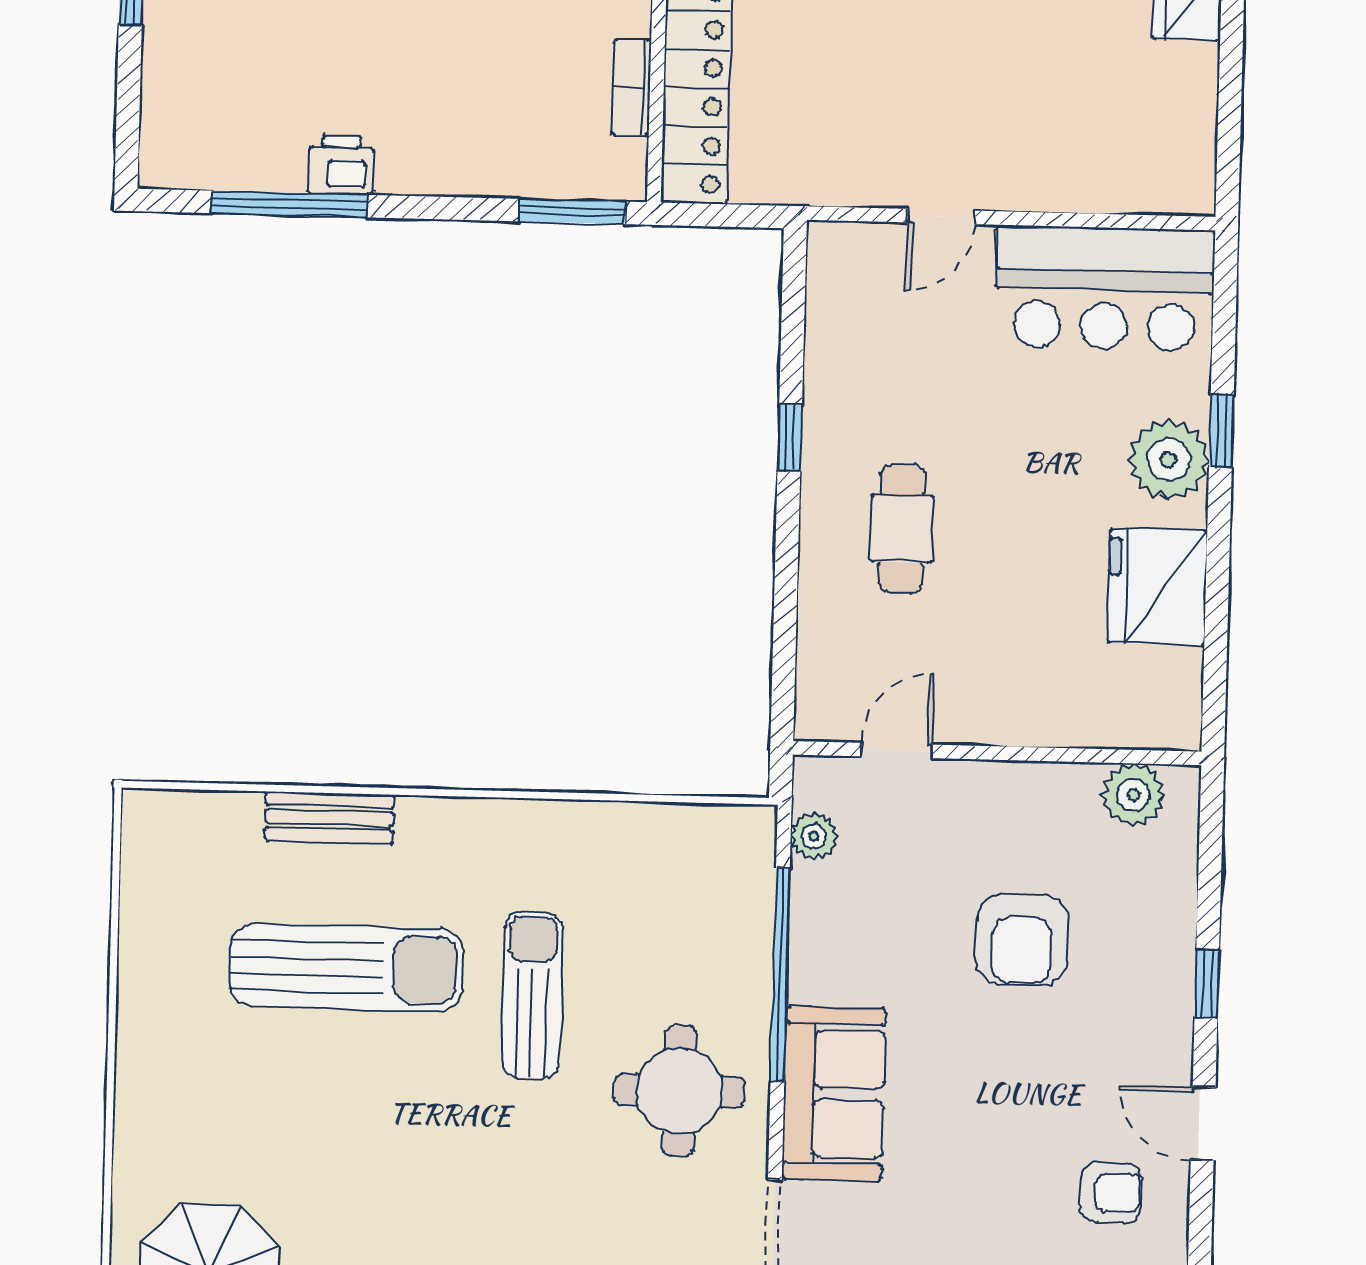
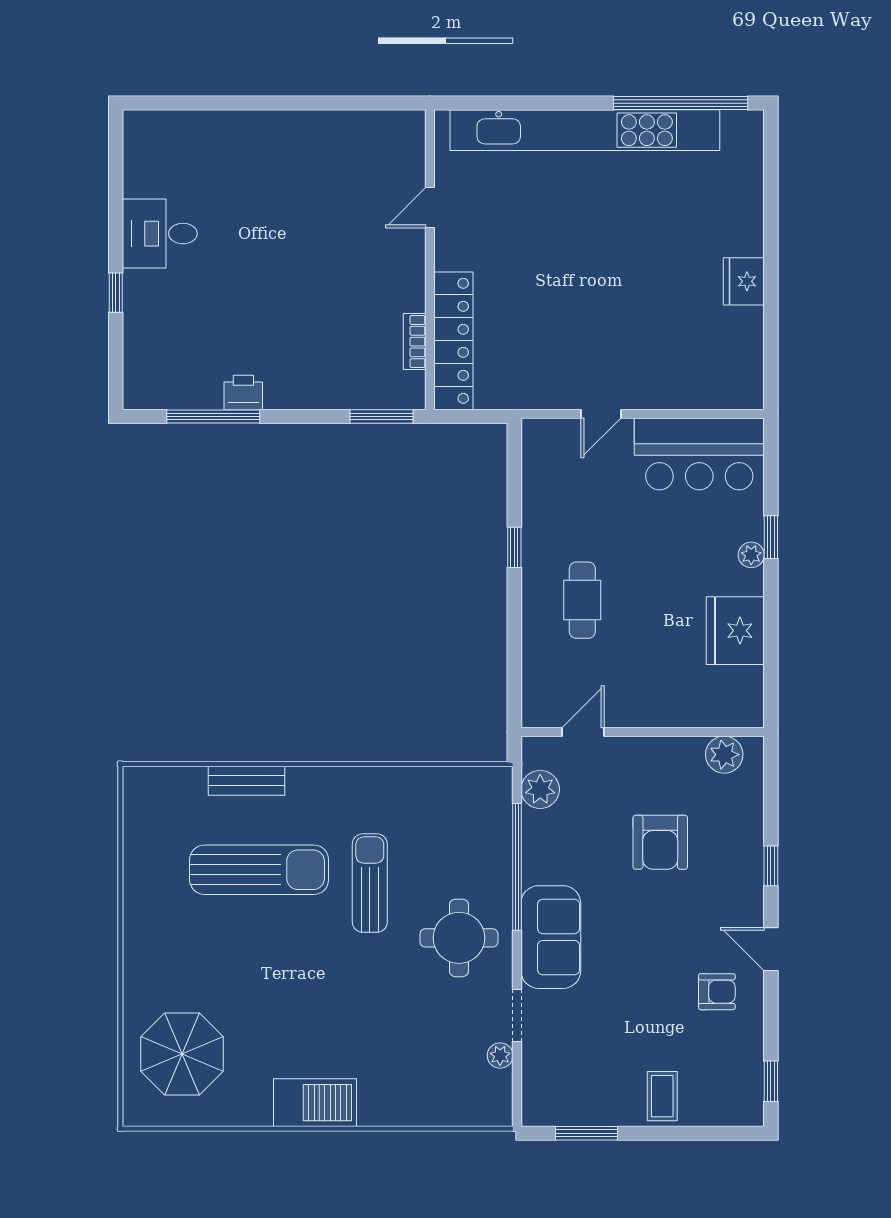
plant: (1169, 460) -> (751, 555), width x0.53, depth x0.53
plant: (814, 836) -> (540, 789), width x1.38, depth x1.38

